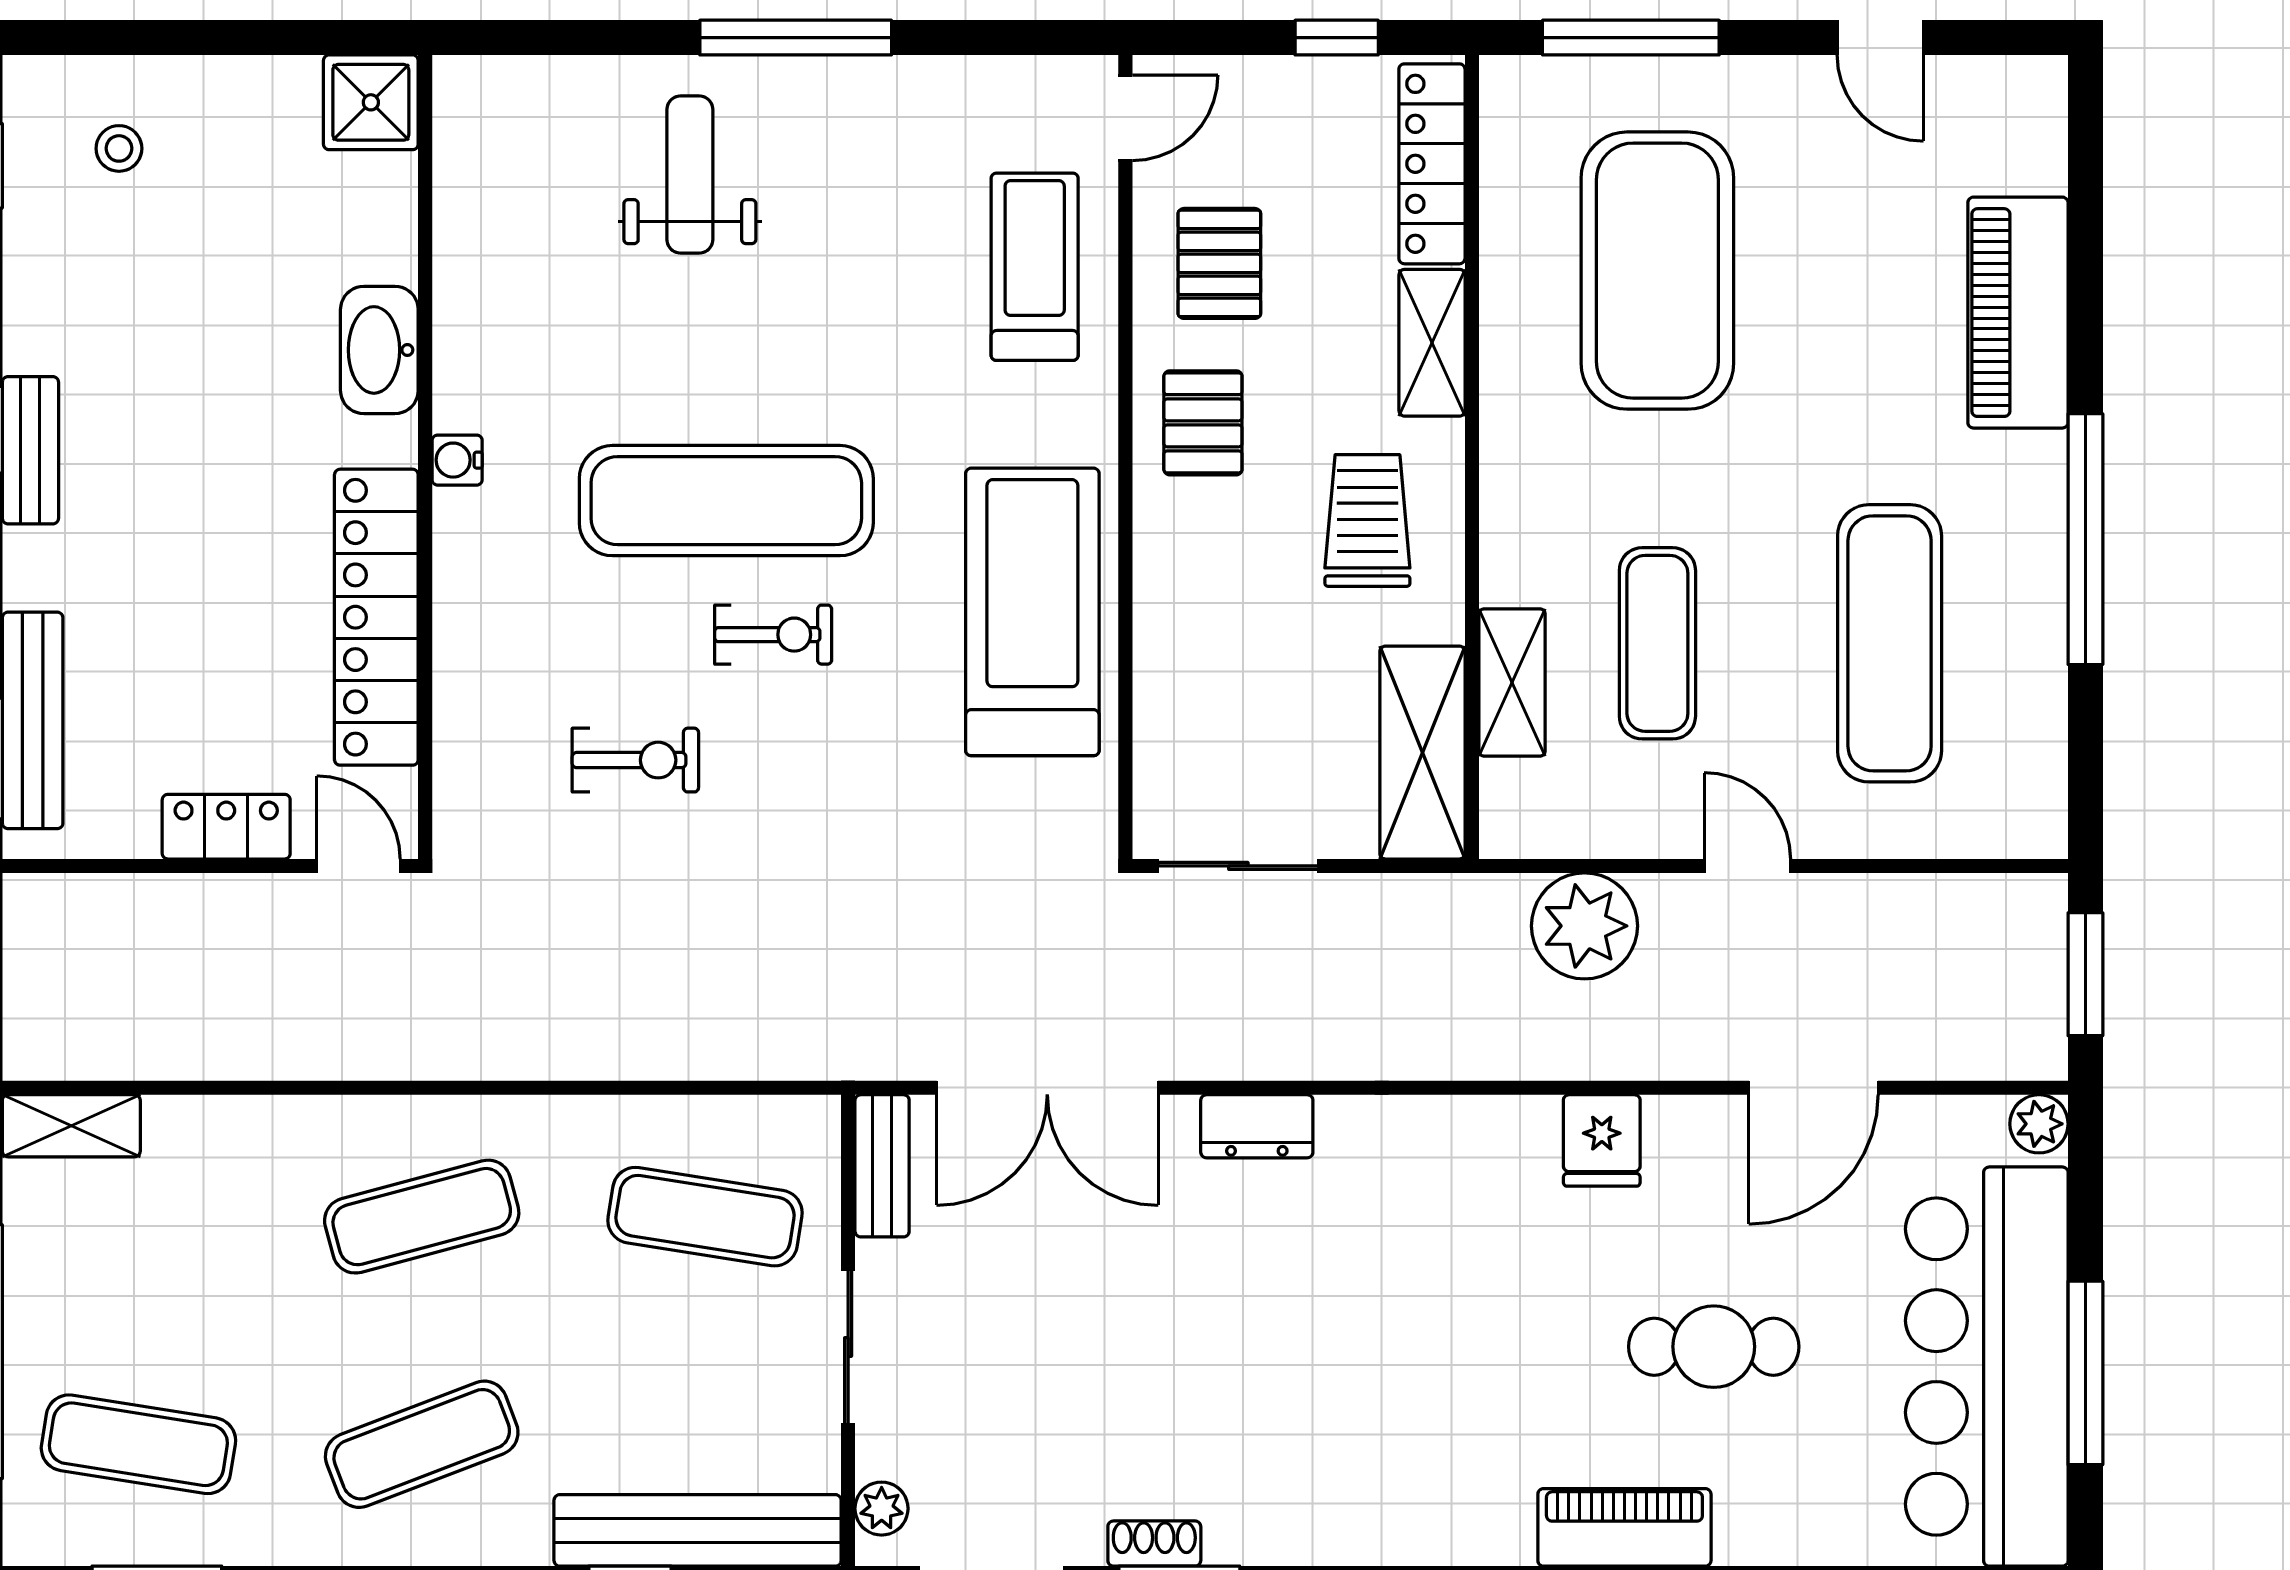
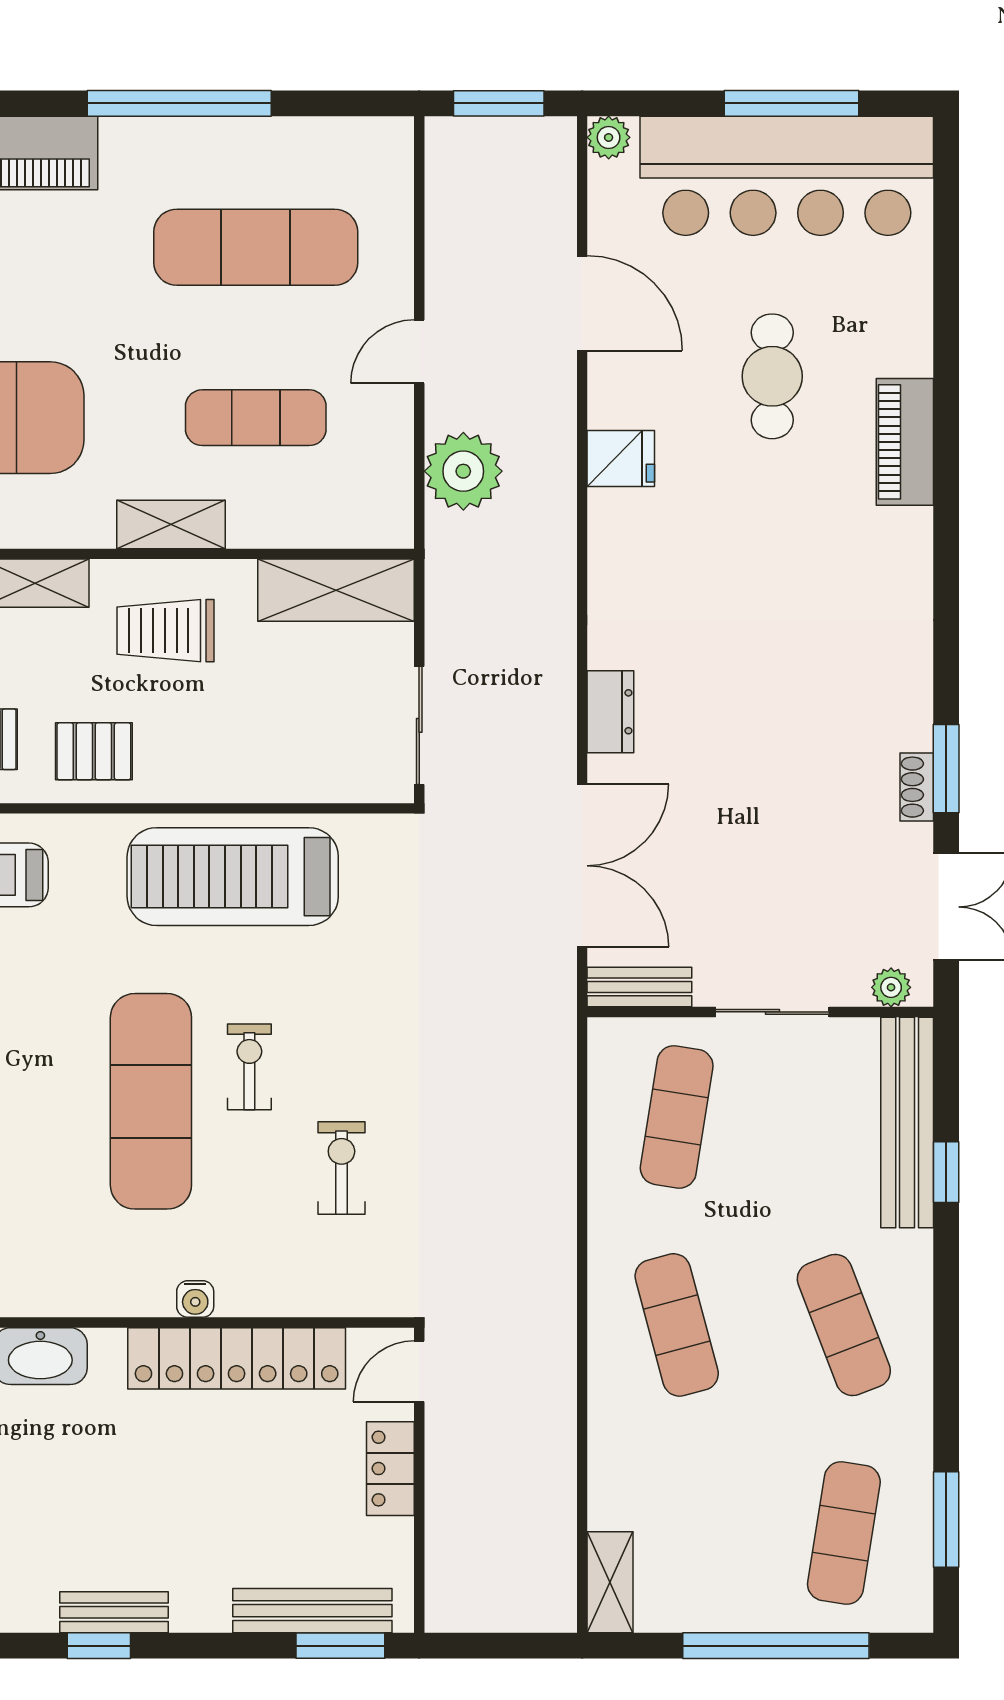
water cooler: (457, 460) -> (195, 1299), moved
shelving: (1512, 682) -> (171, 524), moved

